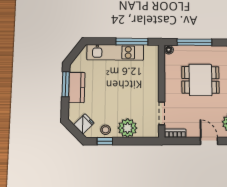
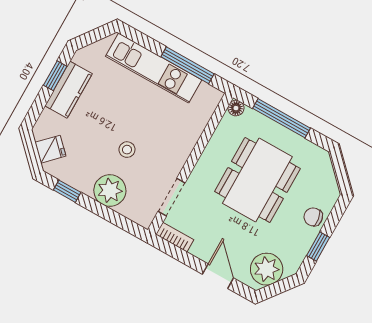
dining table: (200, 80) -> (257, 180), width x1.38
window: (66, 84) -> (55, 76), width x0.67
stool: (106, 130) -> (127, 150), moved

